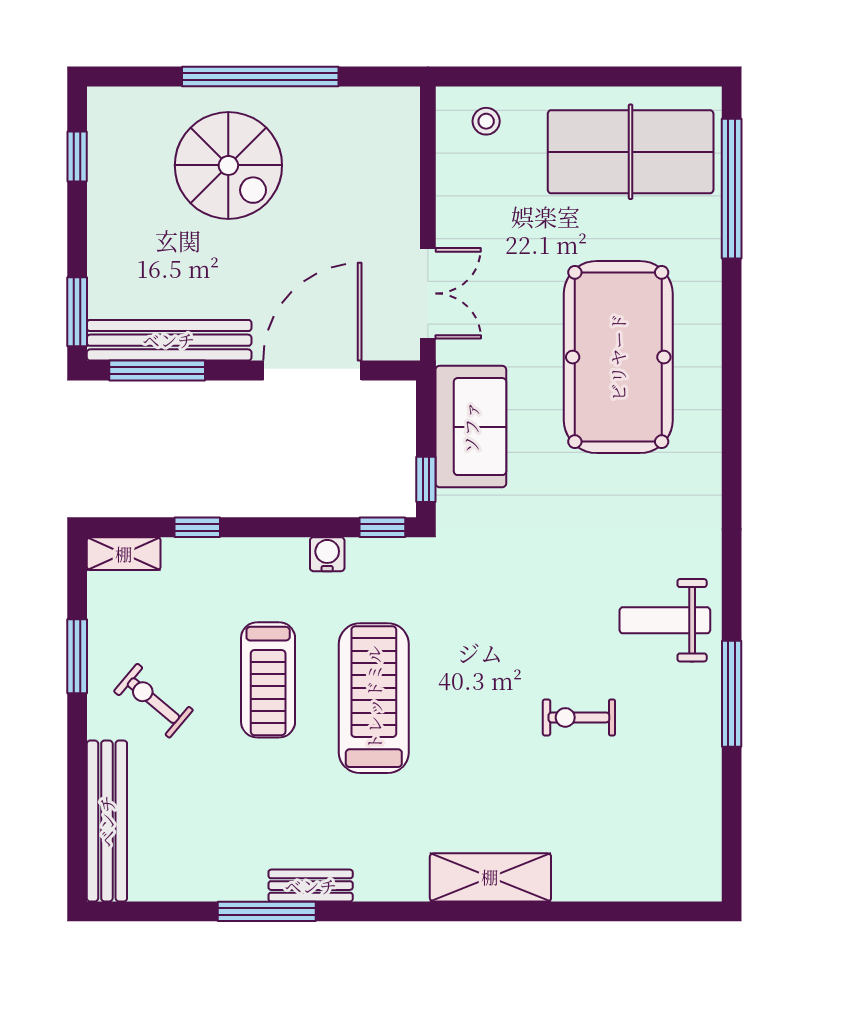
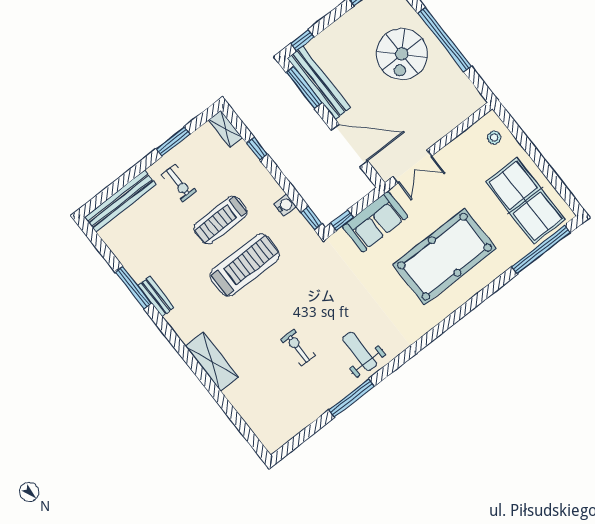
window: (77, 312) -> (302, 40), width x0.67
exercise bike: (153, 701) -> (179, 183), turned 140

